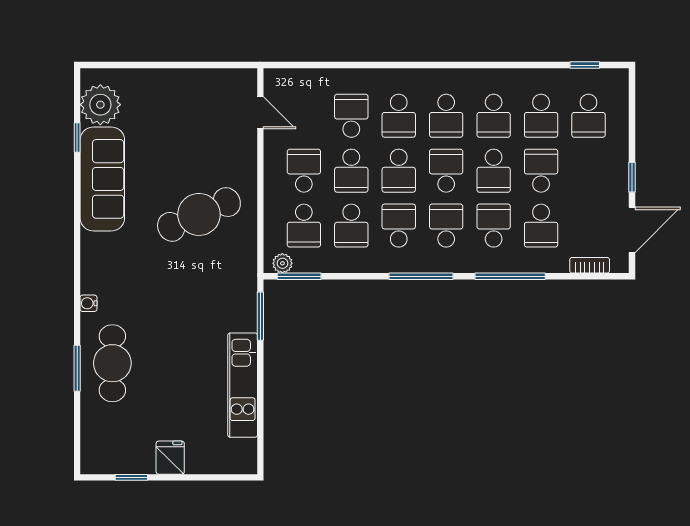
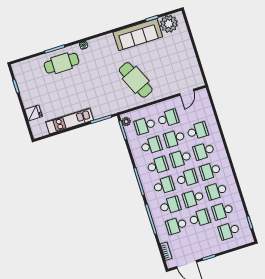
school desk: (351, 226) -> (151, 146), turned 180
fridge: (170, 458) -> (33, 113), moved

